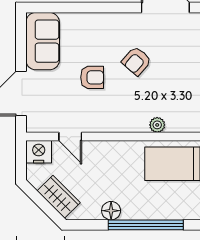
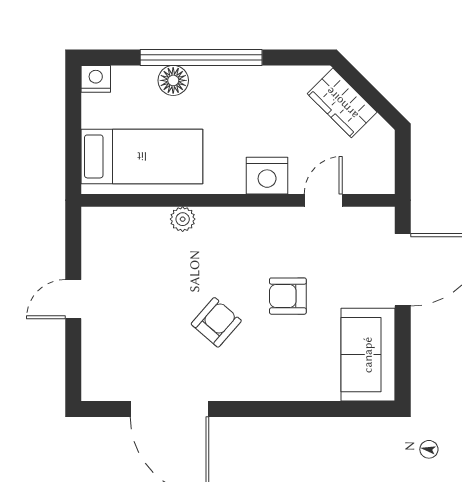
door: (70, 137) -> (323, 200), hinge flipped
nightstand: (39, 152) -> (267, 176), moved
floor lamp: (111, 211) -> (173, 80), moved

